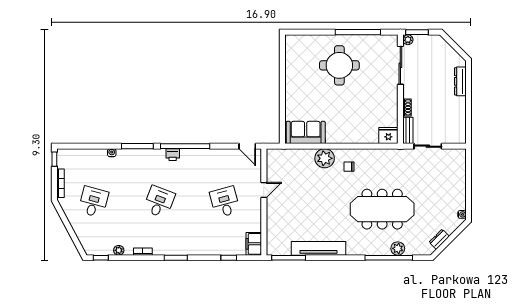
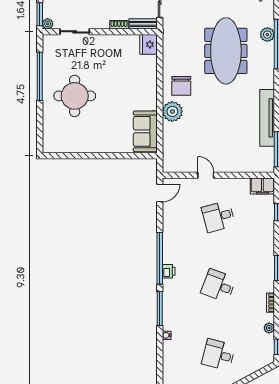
sliding door: (400, 65) -> (75, 32), width x0.73
chair: (349, 167) -> (181, 86), width x1.87, depth x1.87

